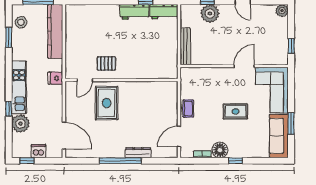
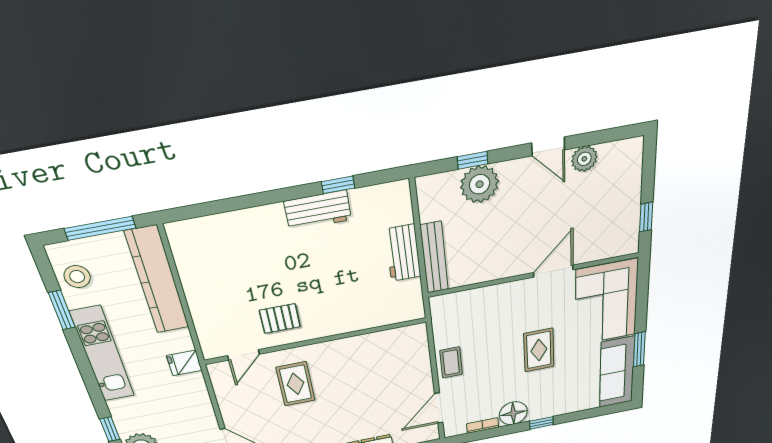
plant: (282, 11) -> (584, 159), moved
workbench: (164, 12) -> (403, 253), moved, turned 90
kitchen unit: (19, 87) -> (103, 354), moved
rug: (107, 103) -> (296, 384), width x0.73, depth x0.70
rug: (236, 111) -> (539, 350), turned 90

